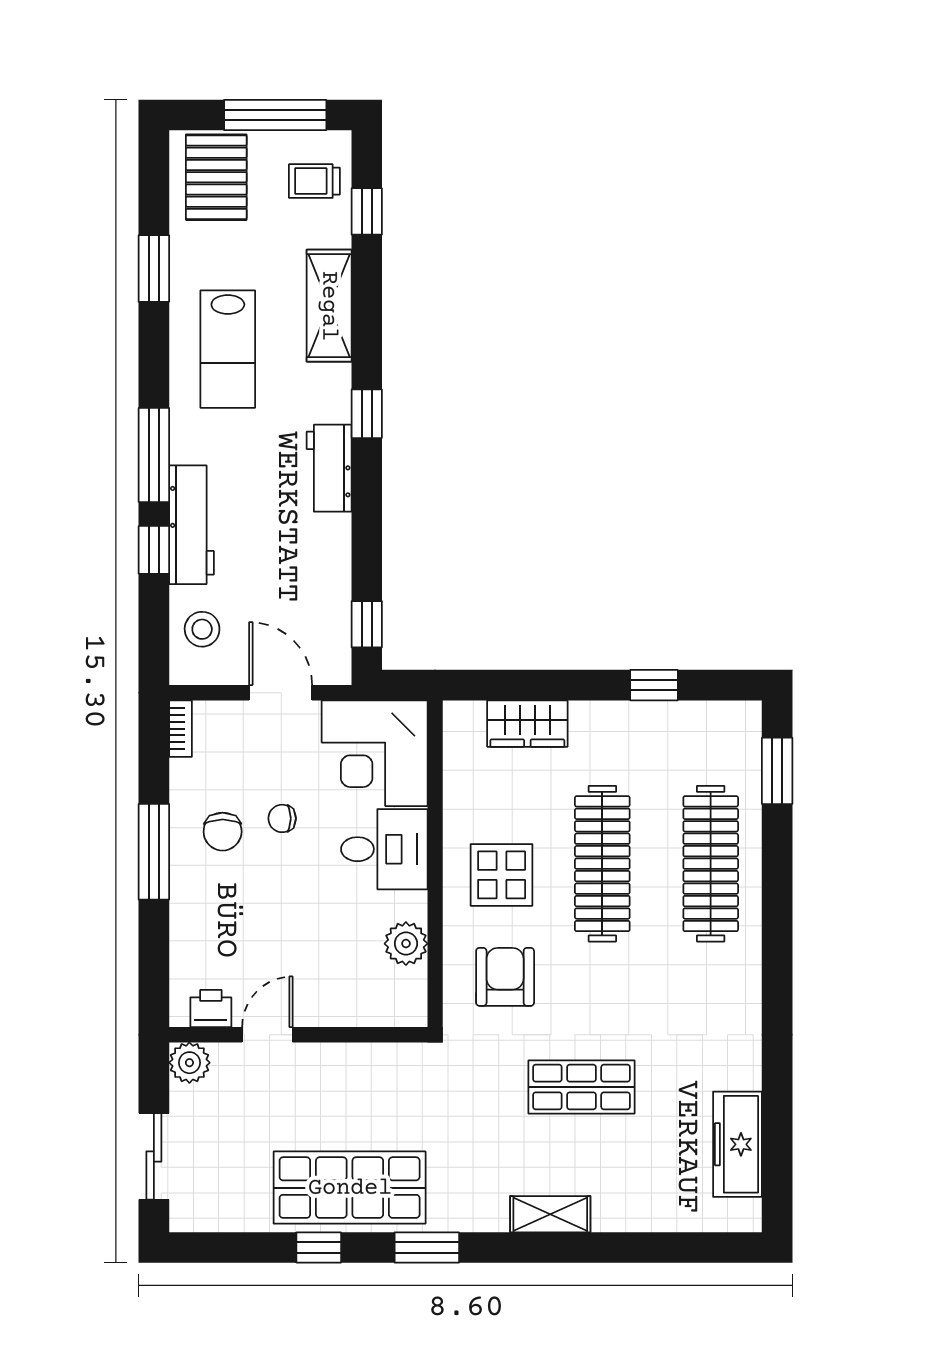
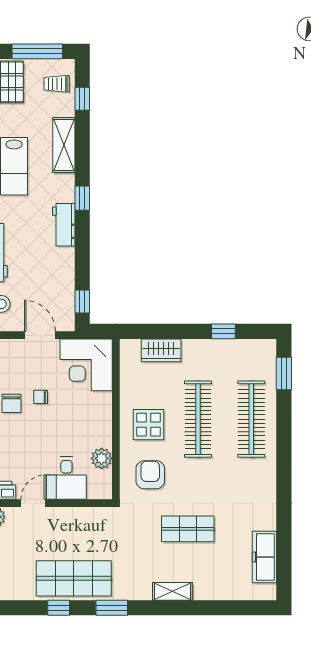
desk: (384, 849) -> (66, 478), moved, turned 90

